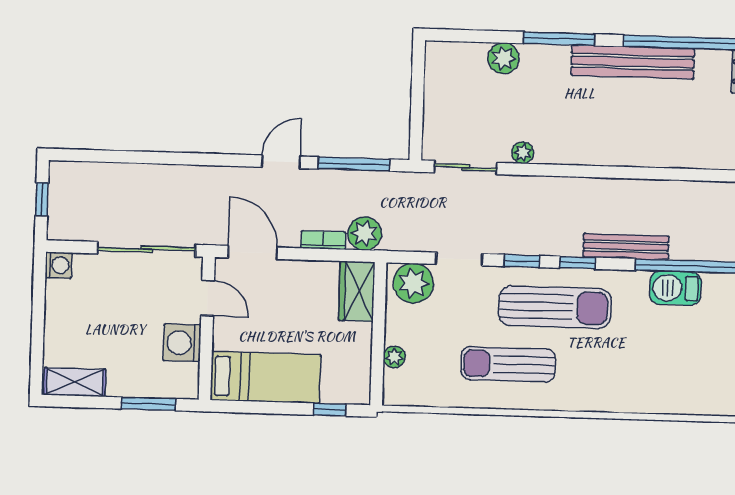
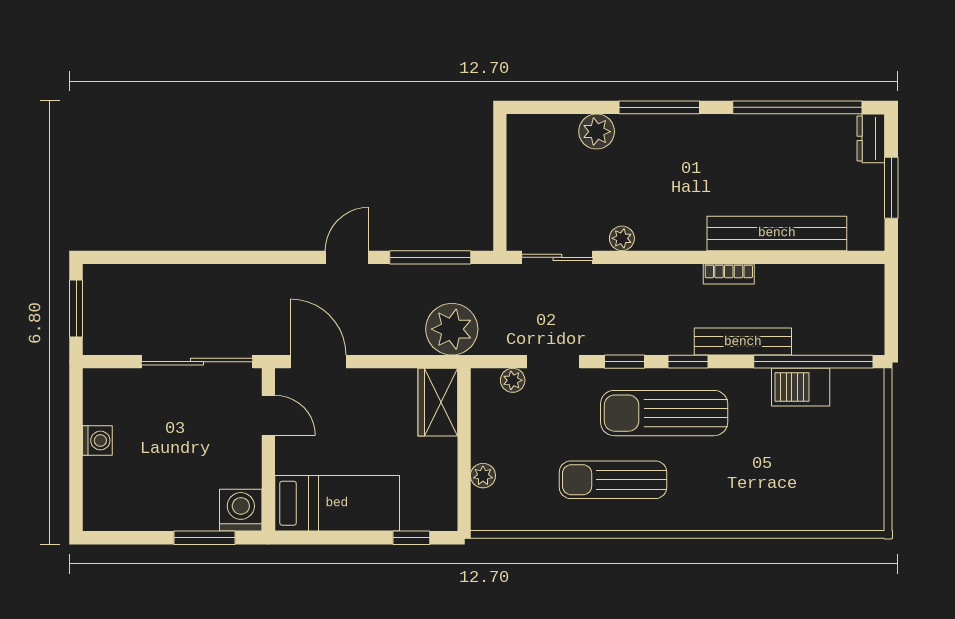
bench: (633, 62) -> (777, 233), moved
window: (42, 199) -> (76, 309), width x1.50
plant: (365, 234) -> (452, 329), width x1.36, depth x1.36
bookcase: (323, 240) -> (729, 274), moved, turned 180
washing machine: (58, 265) -> (97, 440), moved
plant: (413, 283) -> (513, 380), width x0.53, depth x0.53
sun lounger: (555, 307) -> (664, 413), turned 180
washing machine: (182, 343) -> (241, 510), moved, turned 90
shelving: (75, 382) -> (120, 516), removed

